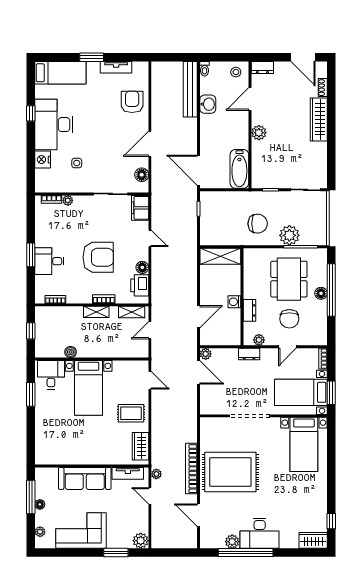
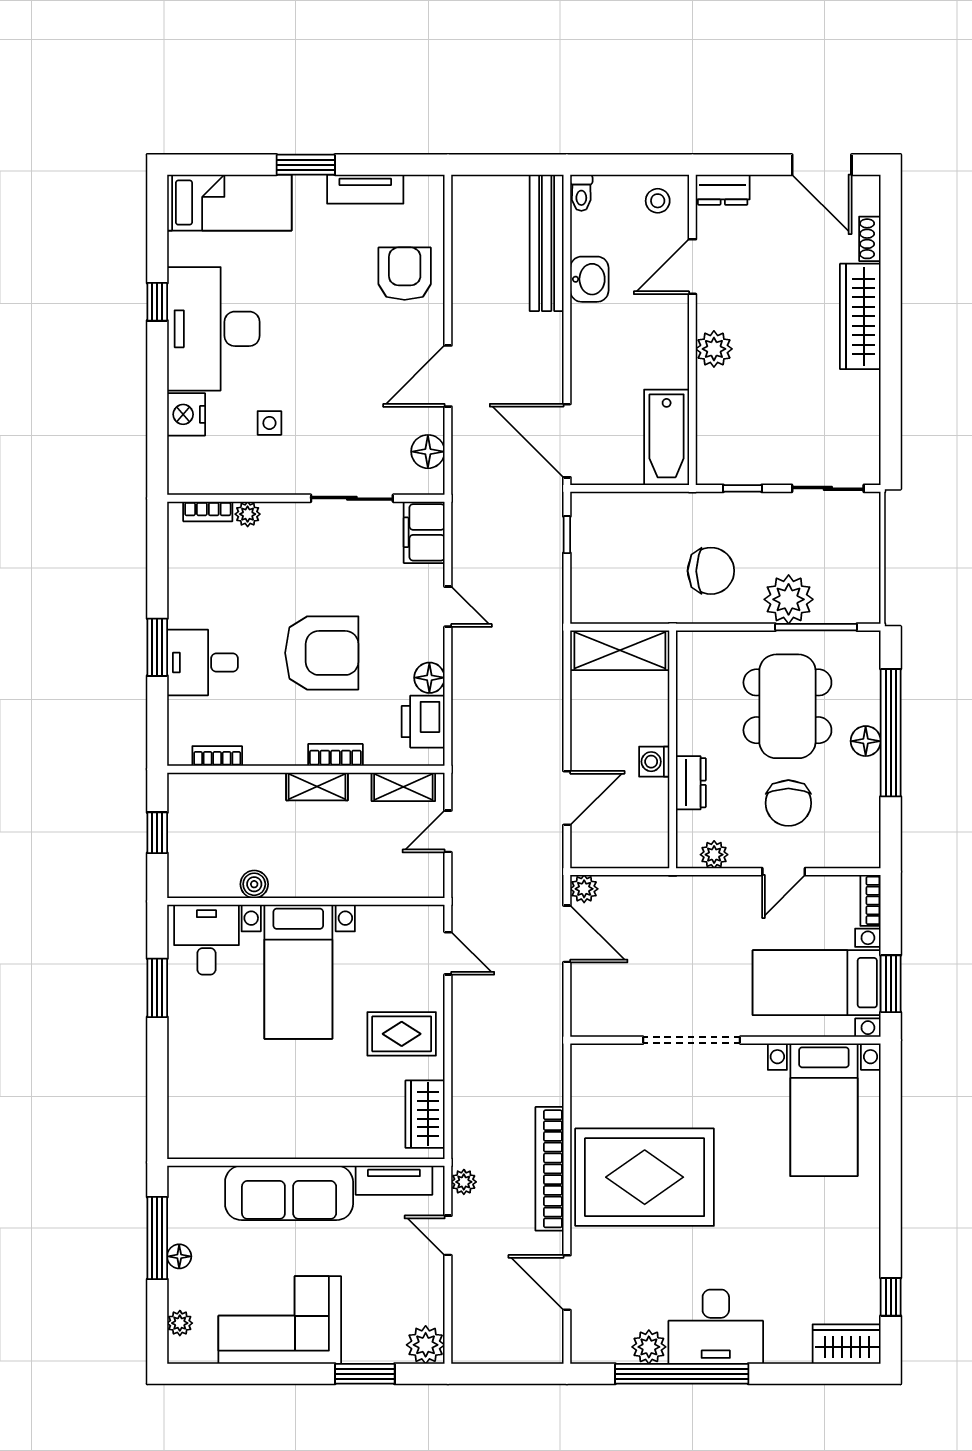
dresser: (249, 354) -> (690, 889), removed

